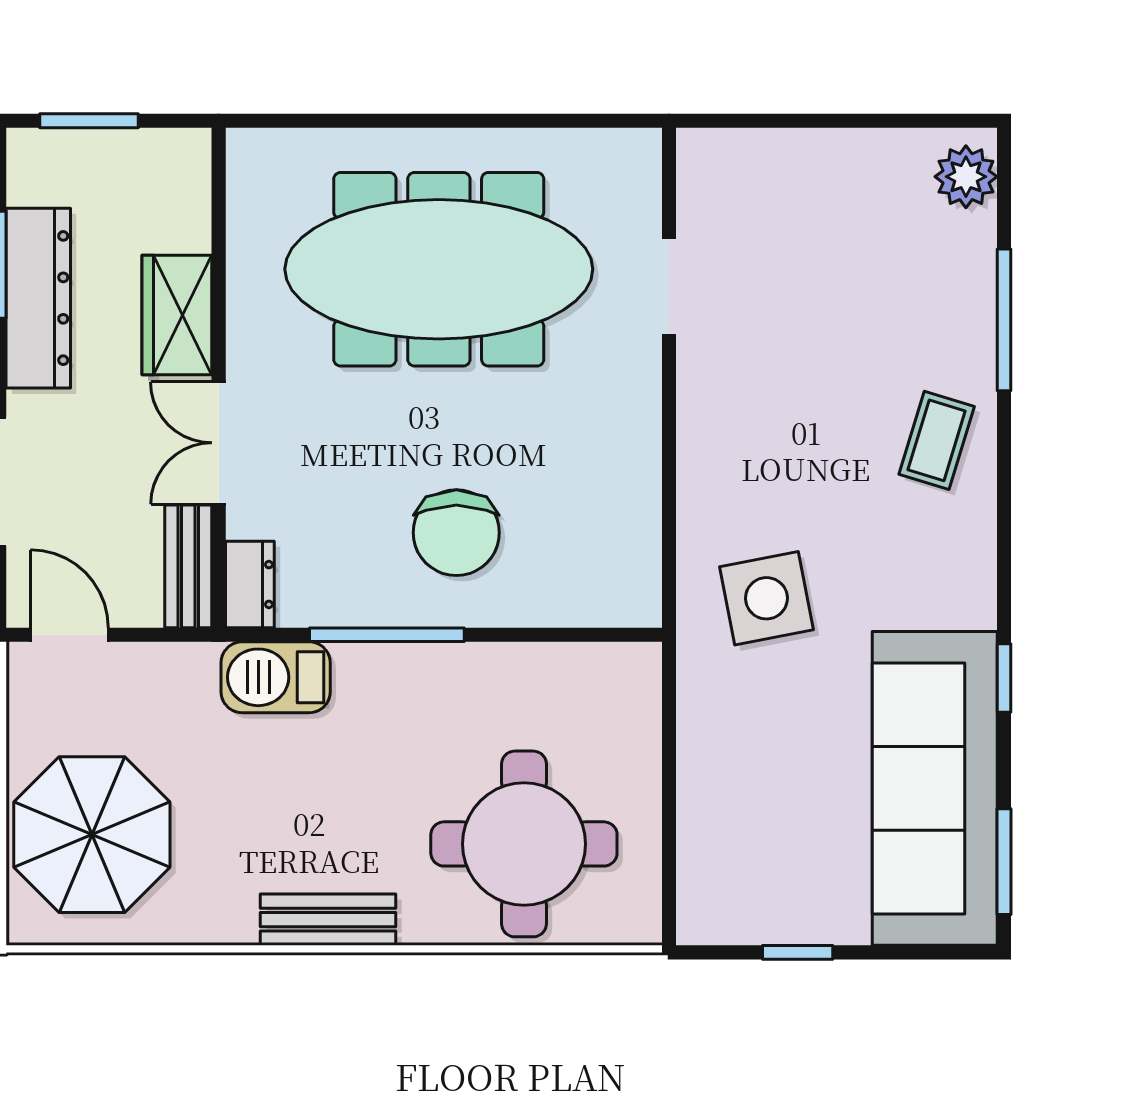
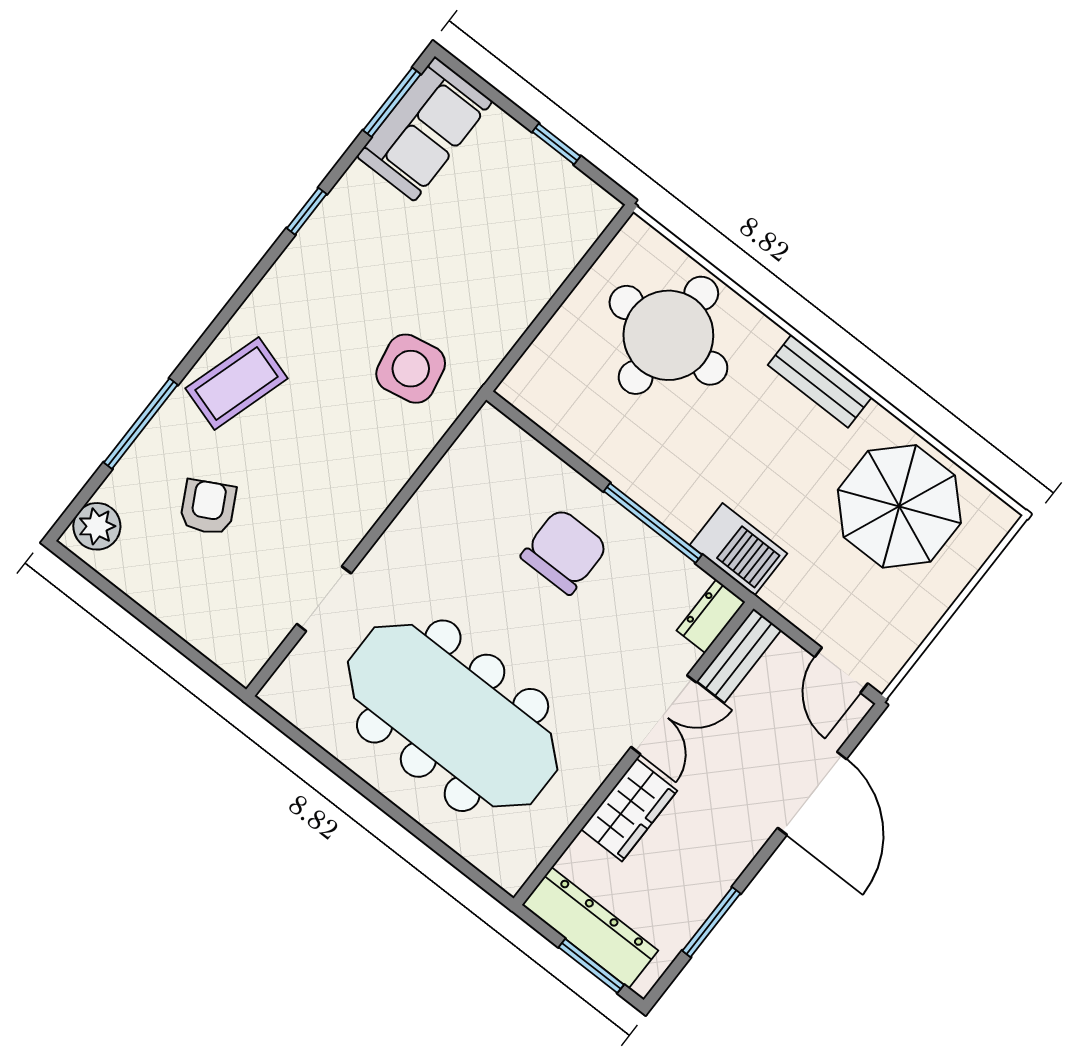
armchair: (865, 287) -> (208, 507), added
dresser: (38, 298) -> (590, 928), moved, turned 90
coffee table: (937, 440) -> (237, 383), width x1.36, depth x1.30
sofa: (935, 788) -> (425, 129), width x0.54, depth x0.79
parasol: (92, 835) -> (899, 506), moved

